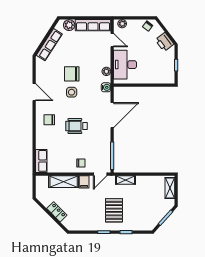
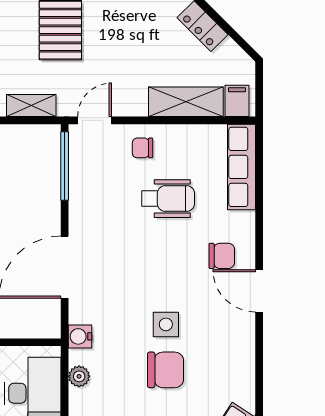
door: (34, 92) -> (259, 291), moved
wheelchair: (77, 126) -> (168, 199), moved
row of seats: (41, 161) -> (242, 167), width x1.48
filing cabinet: (84, 182) -> (237, 101), moved

